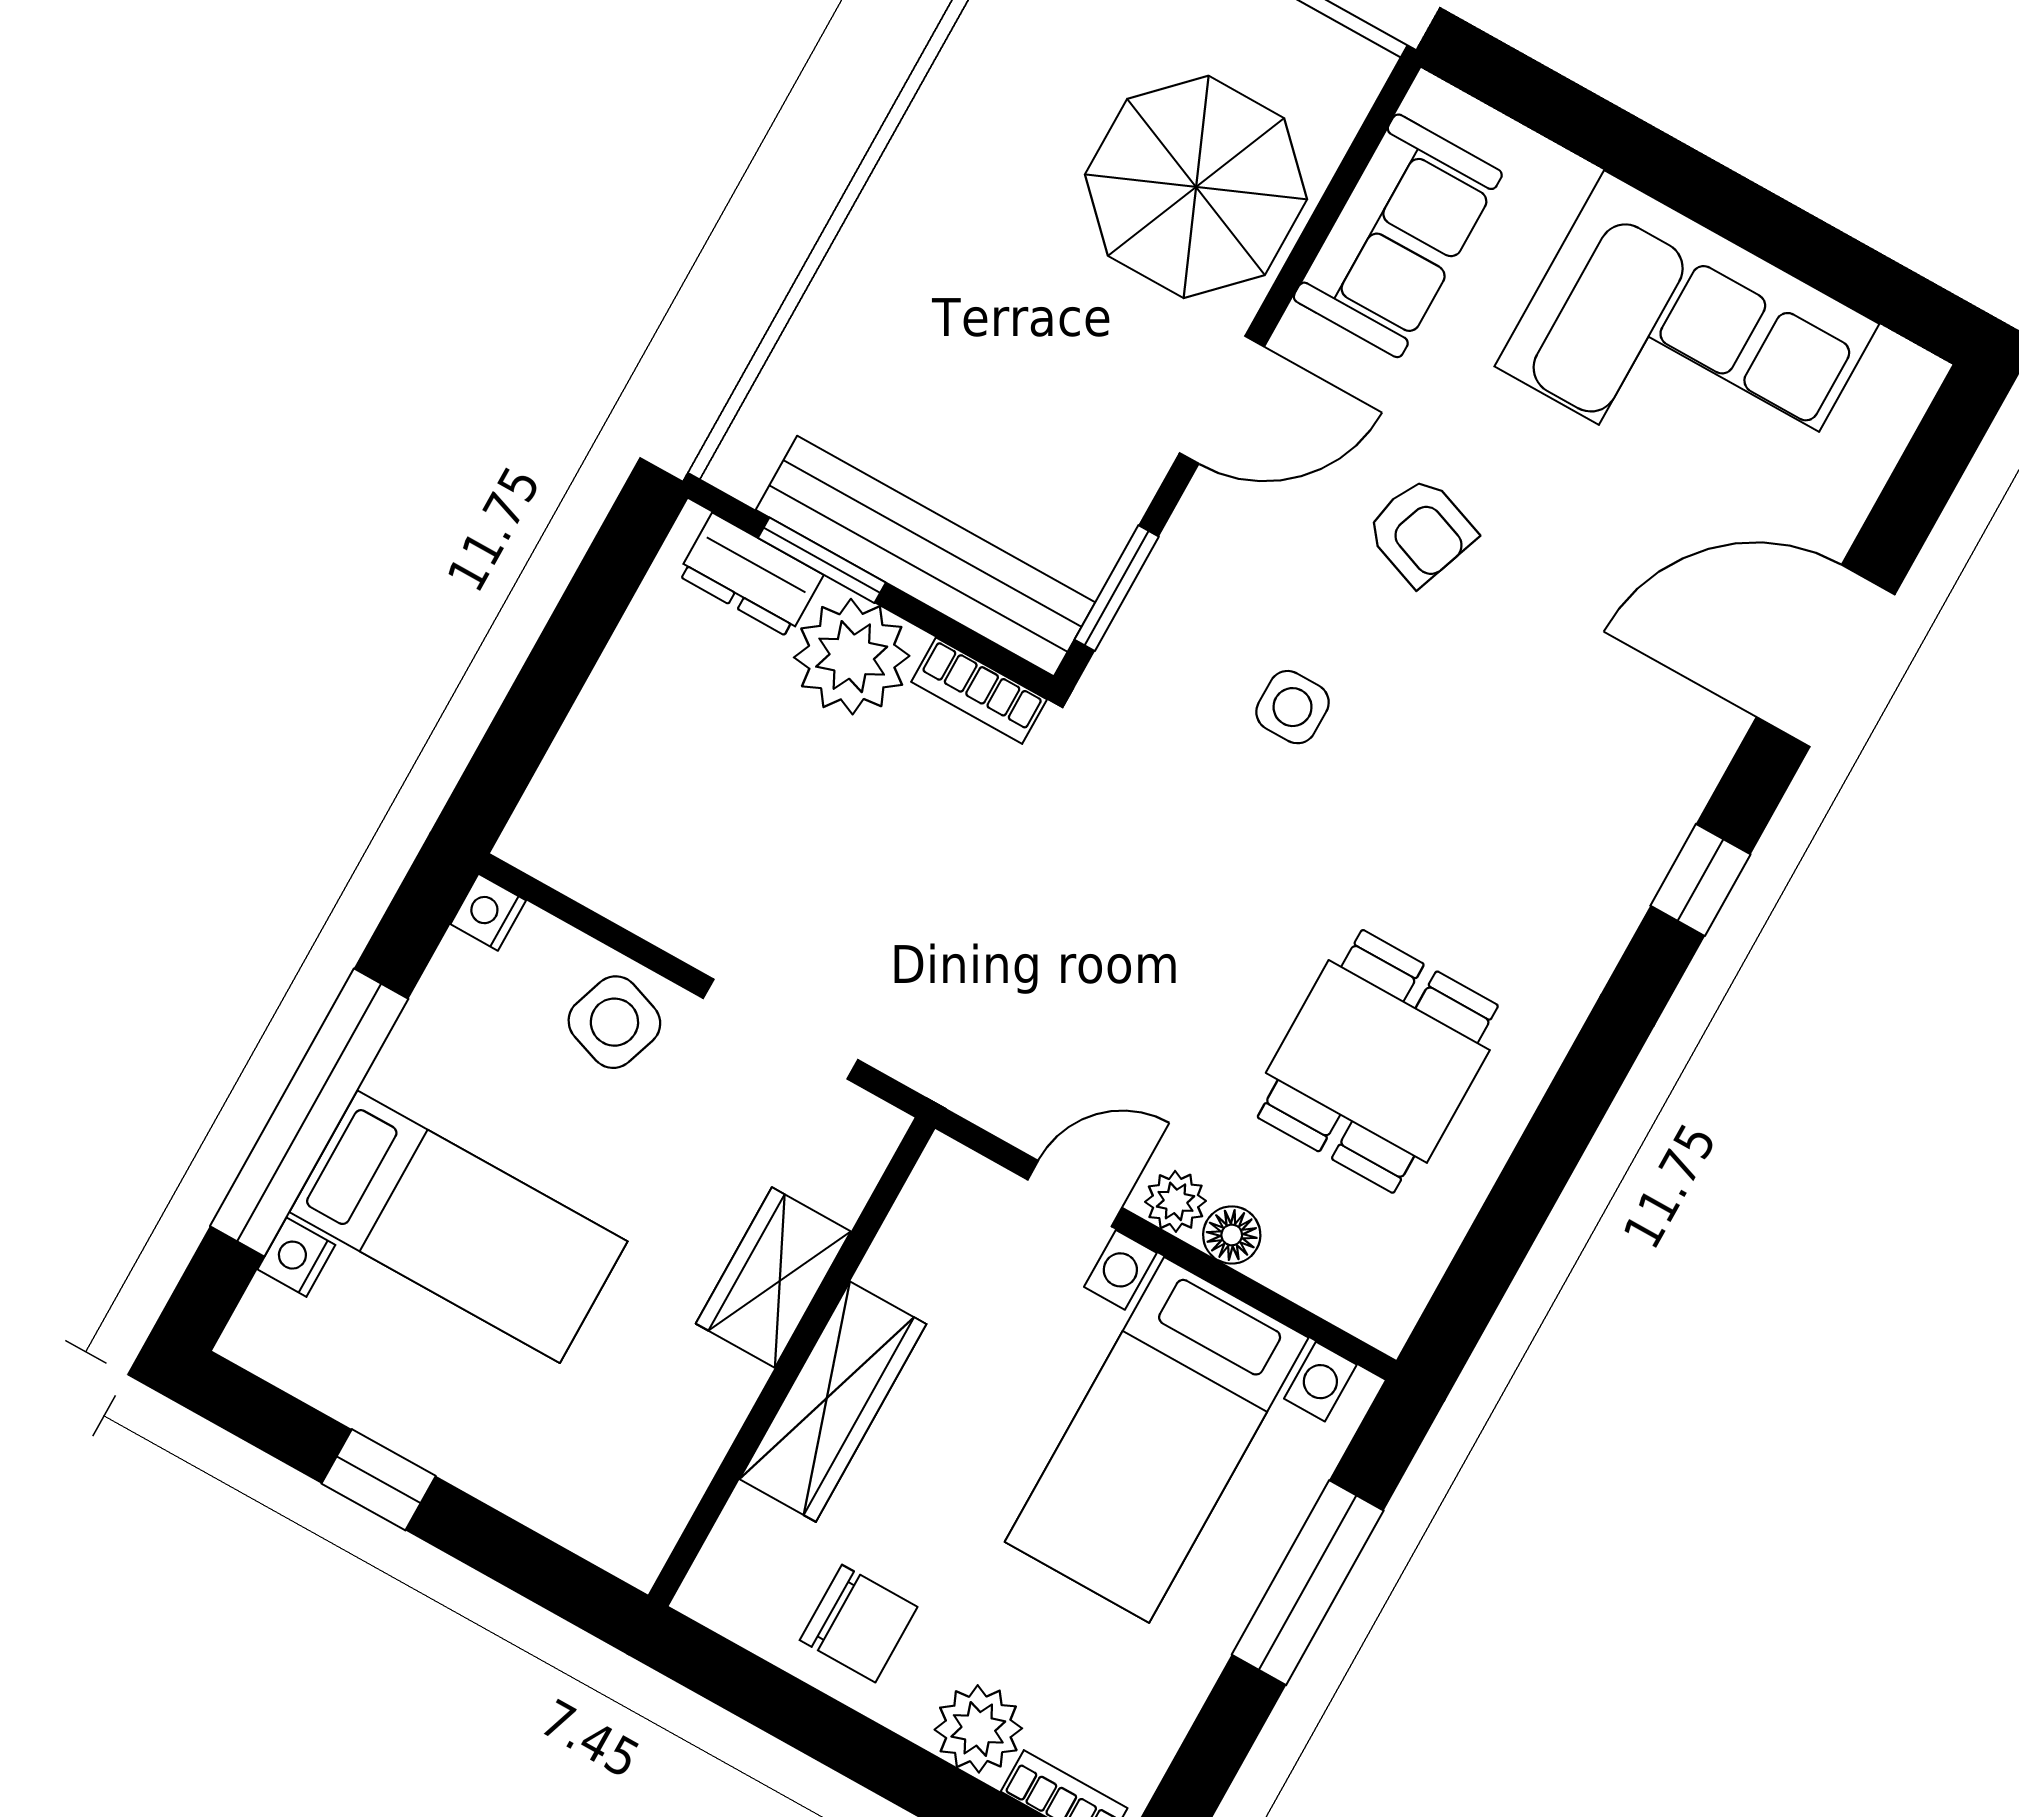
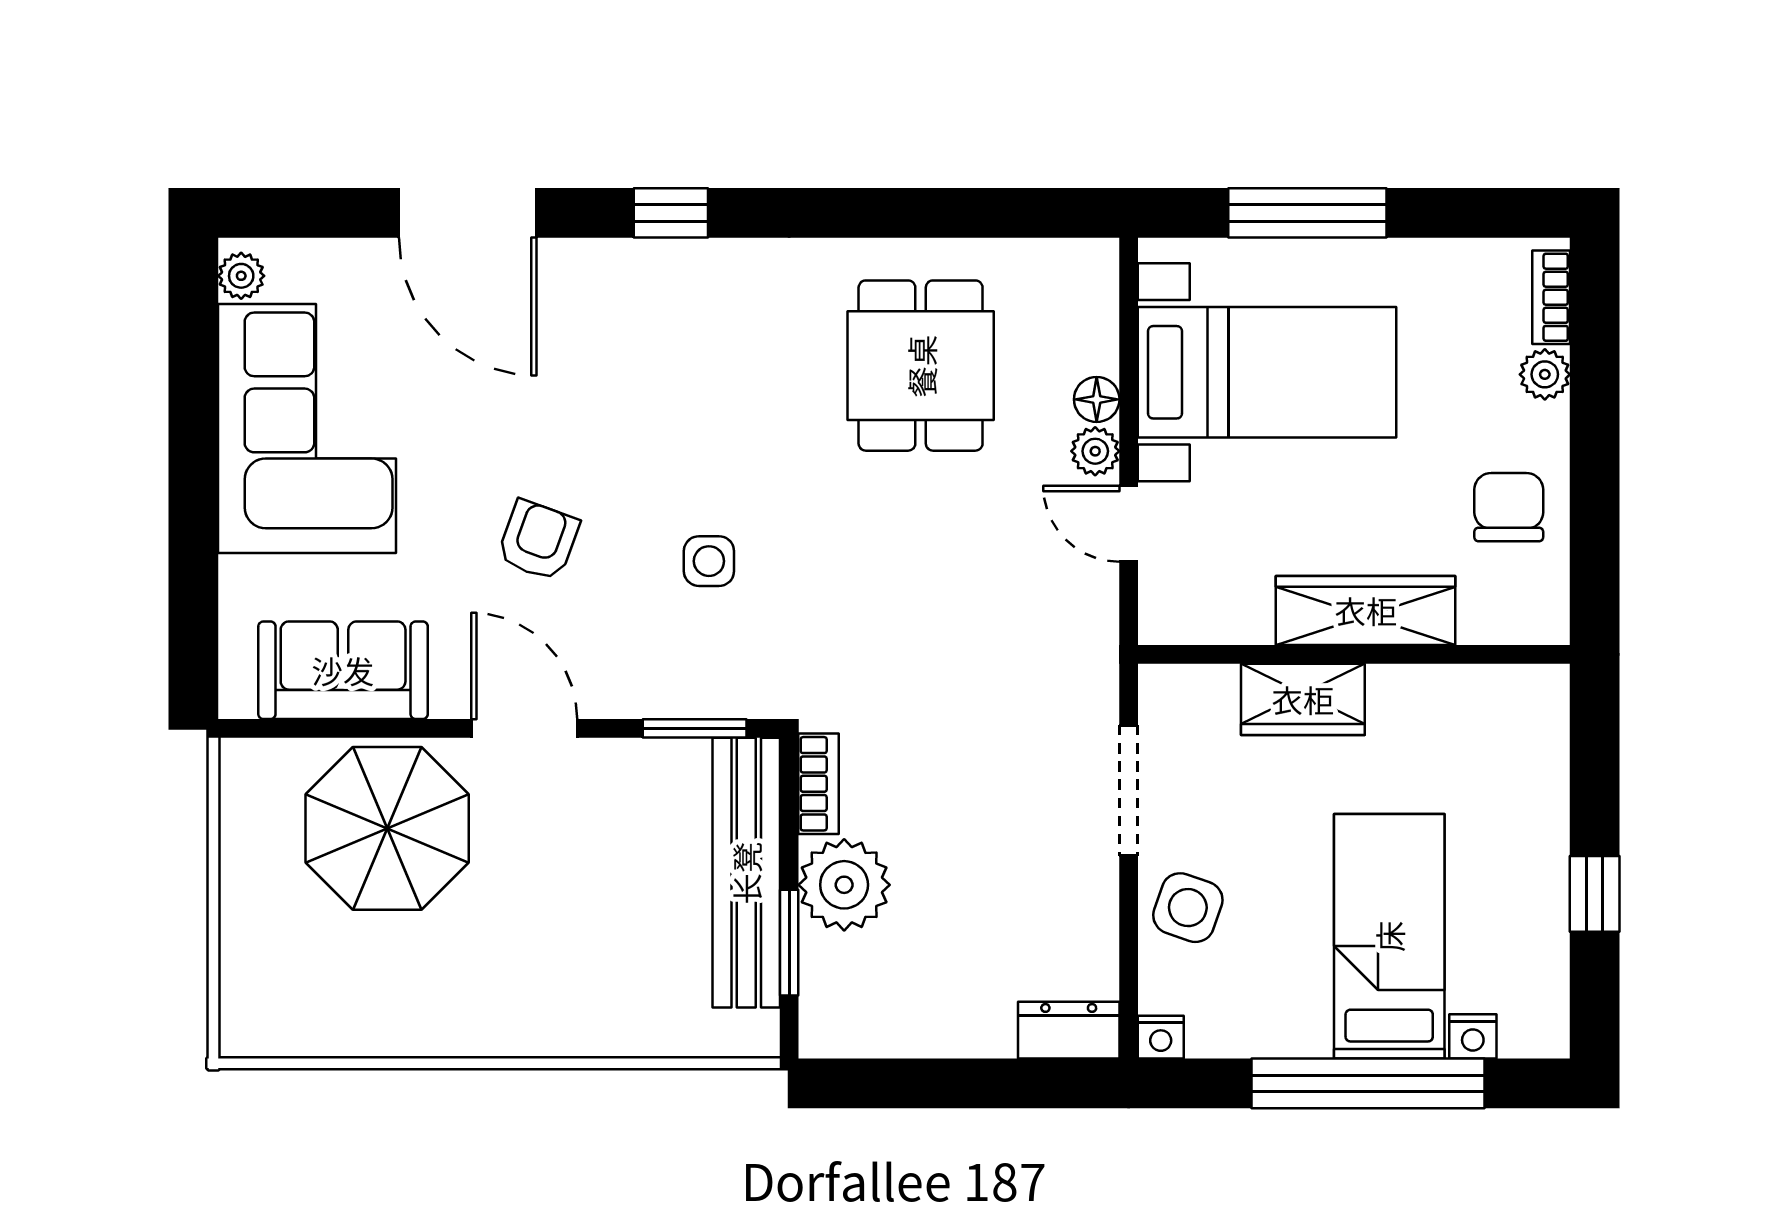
plant: (1896, 367) -> (241, 276), added
dresser: (750, 575) -> (1069, 1030), moved, turned -90
dining table: (1378, 1061) -> (921, 366), turned 90
plant: (978, 1729) -> (1545, 374), width x0.73, depth x0.73

